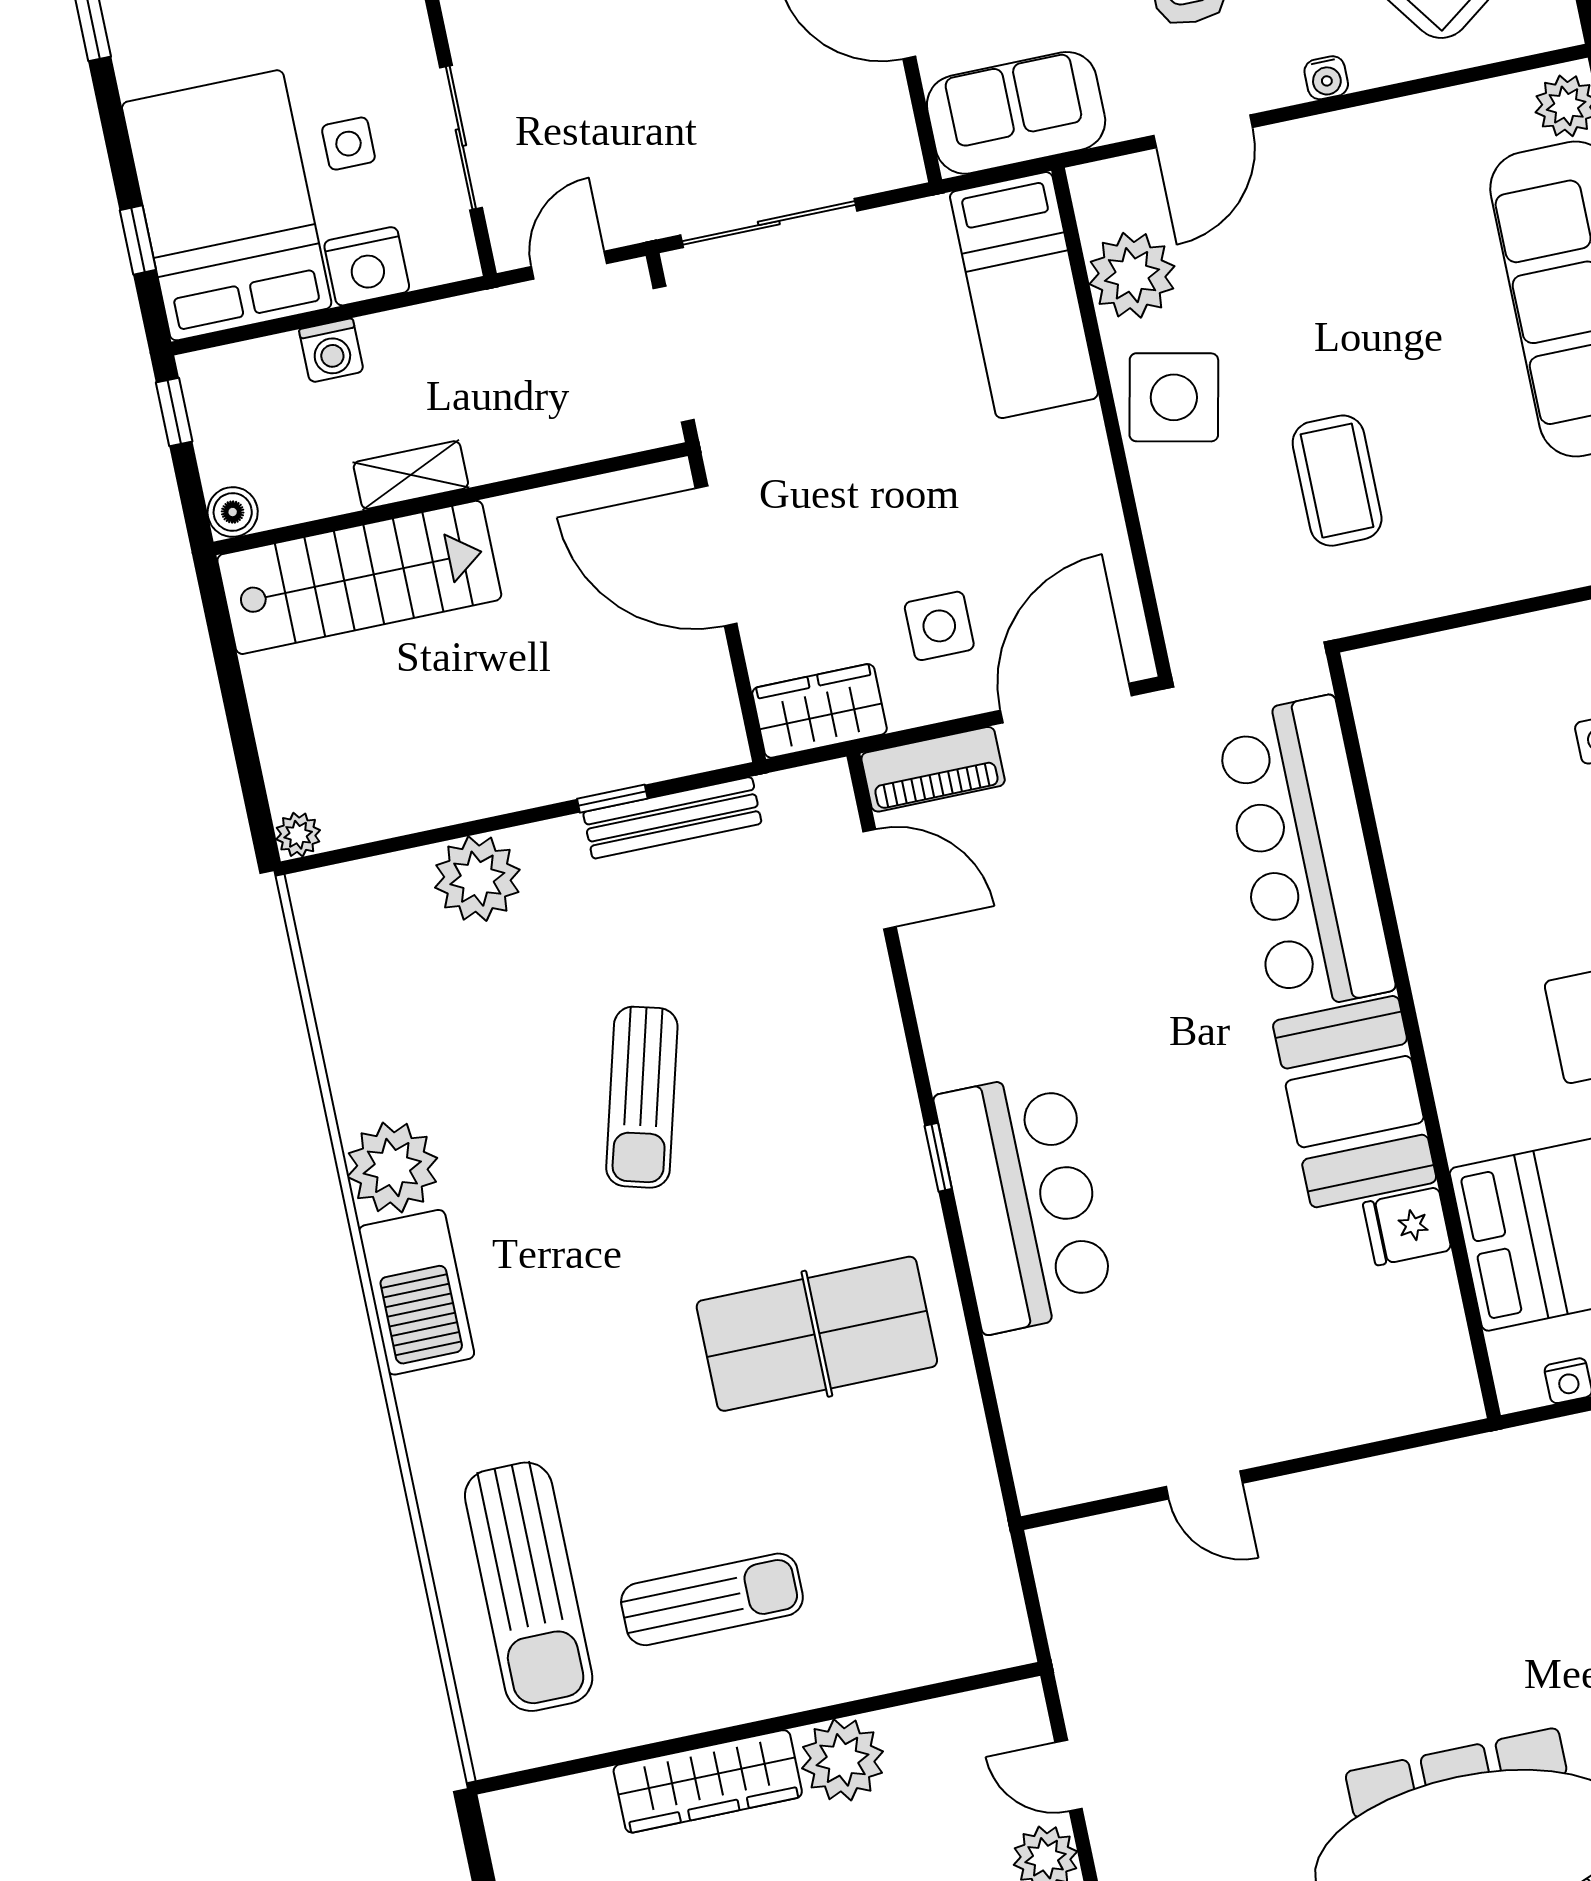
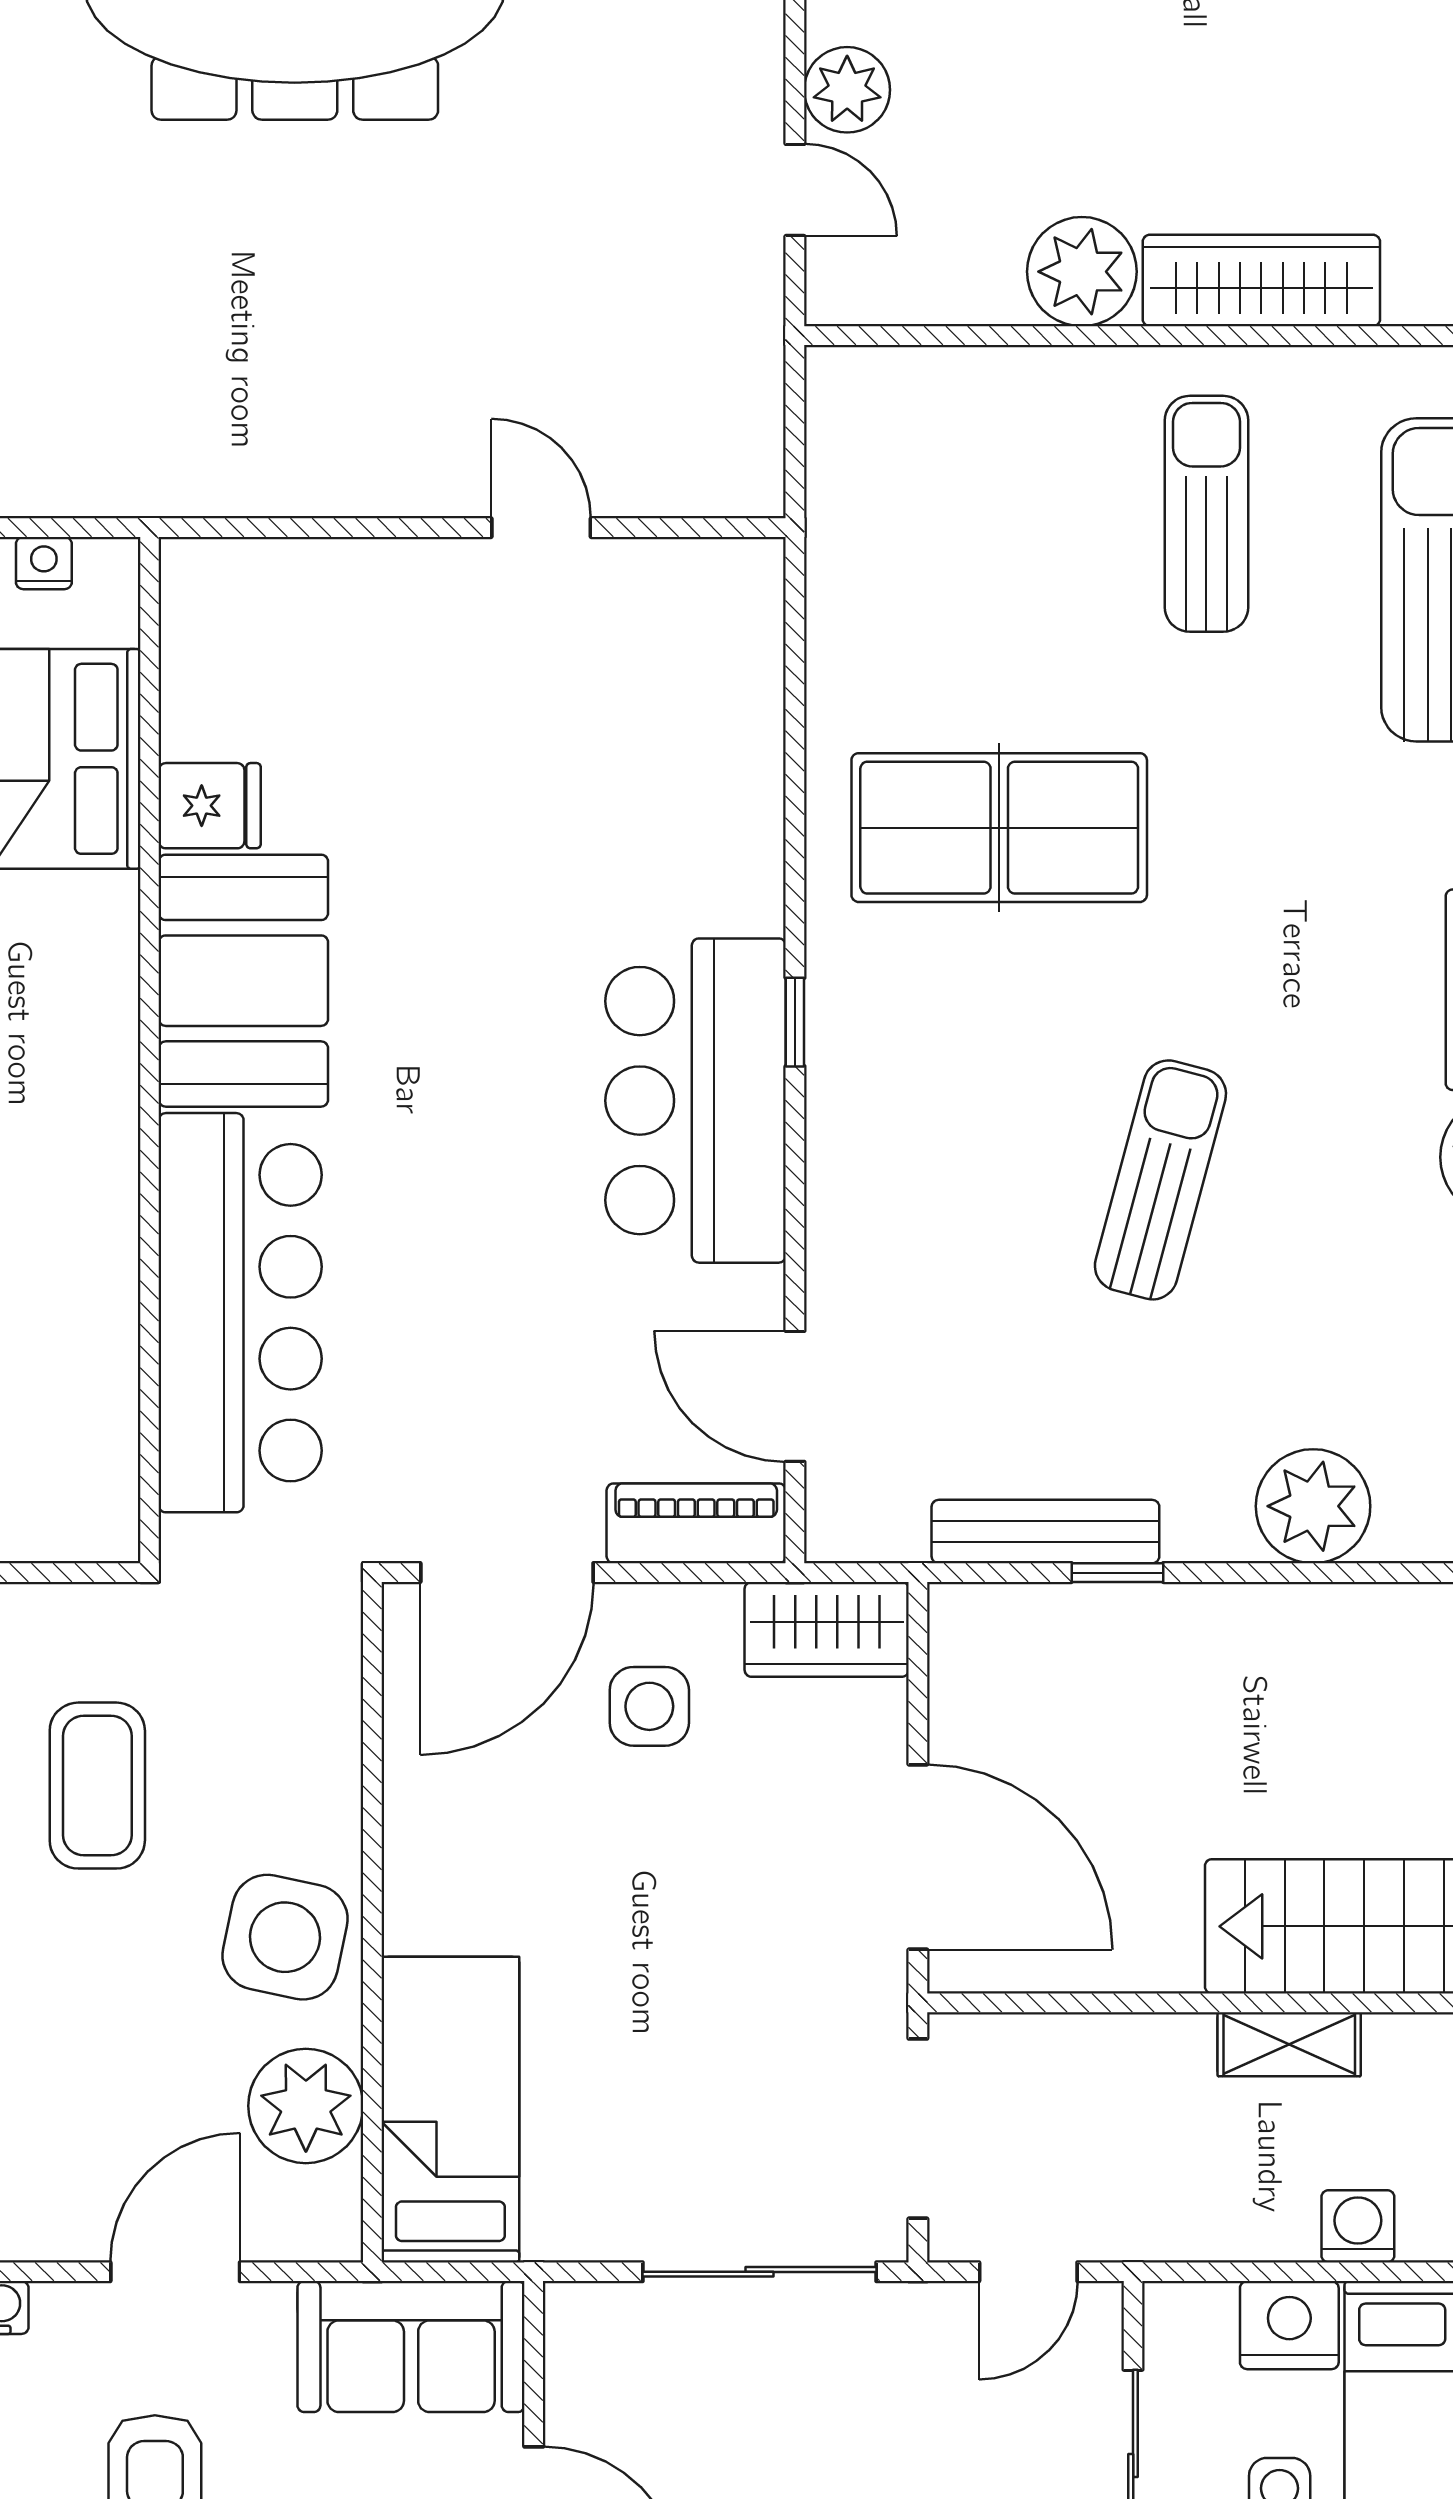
bar counter: (1025, 1202) -> (696, 1101), moved
sun lounger: (712, 1599) -> (1206, 514), turned 90

